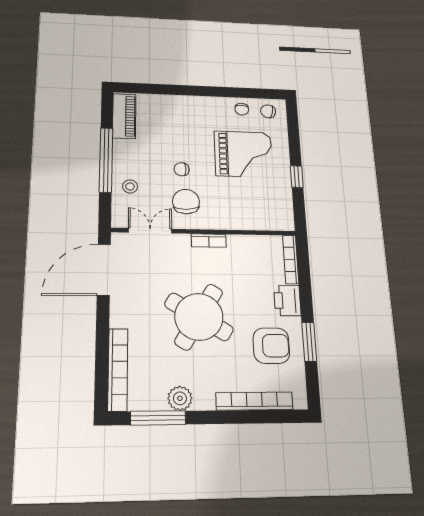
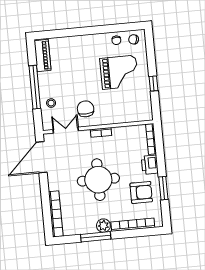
chair: (182, 169) -> (81, 88), removed
round table: (199, 317) -> (98, 180), turned -31
plant: (180, 398) -> (103, 226), moved
window: (158, 418) -> (96, 237), moved

